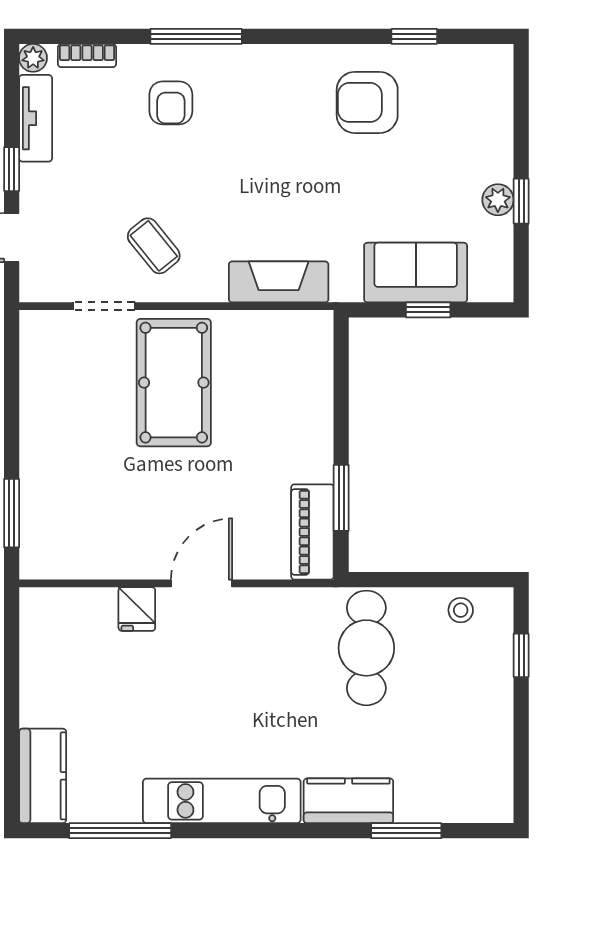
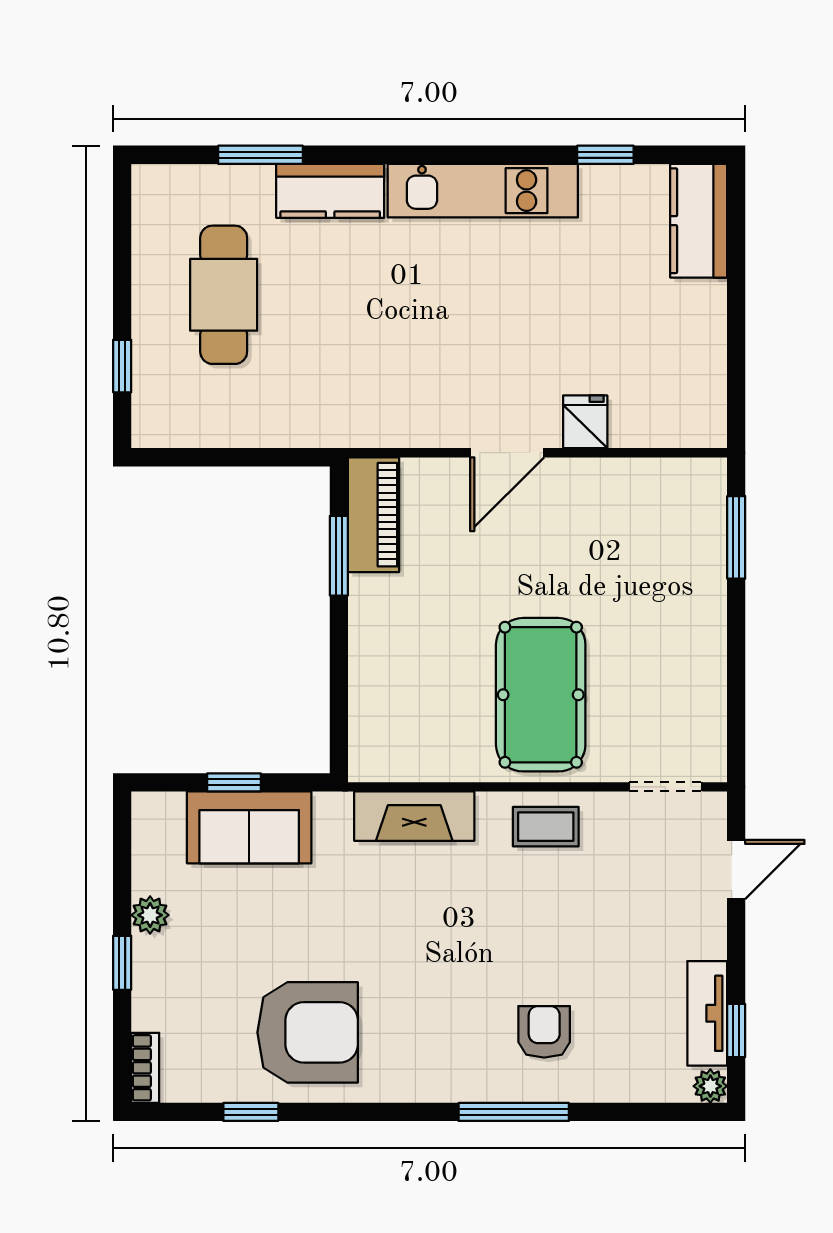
bookcase: (87, 56) -> (145, 1068), moved, turned 90
armchair: (367, 102) -> (308, 1032), width x1.36, depth x1.36
window: (12, 169) -> (736, 1030), moved
window: (521, 201) -> (122, 963), moved
coffee table: (154, 246) -> (546, 827), moved, turned -51
doorway: (104, 306) -> (666, 787), moved
stool: (461, 610) -> (195, 420), removed
cafe table: (366, 648) -> (224, 295), moved
window: (120, 831) -> (605, 155), width x0.46

